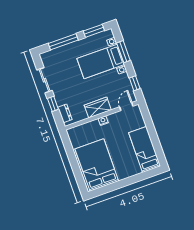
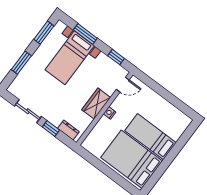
window: (63, 42) -> (21, 63), width x0.69
door: (126, 107) -> (123, 85), swing flipped
bed: (145, 149) -> (150, 137), moved

